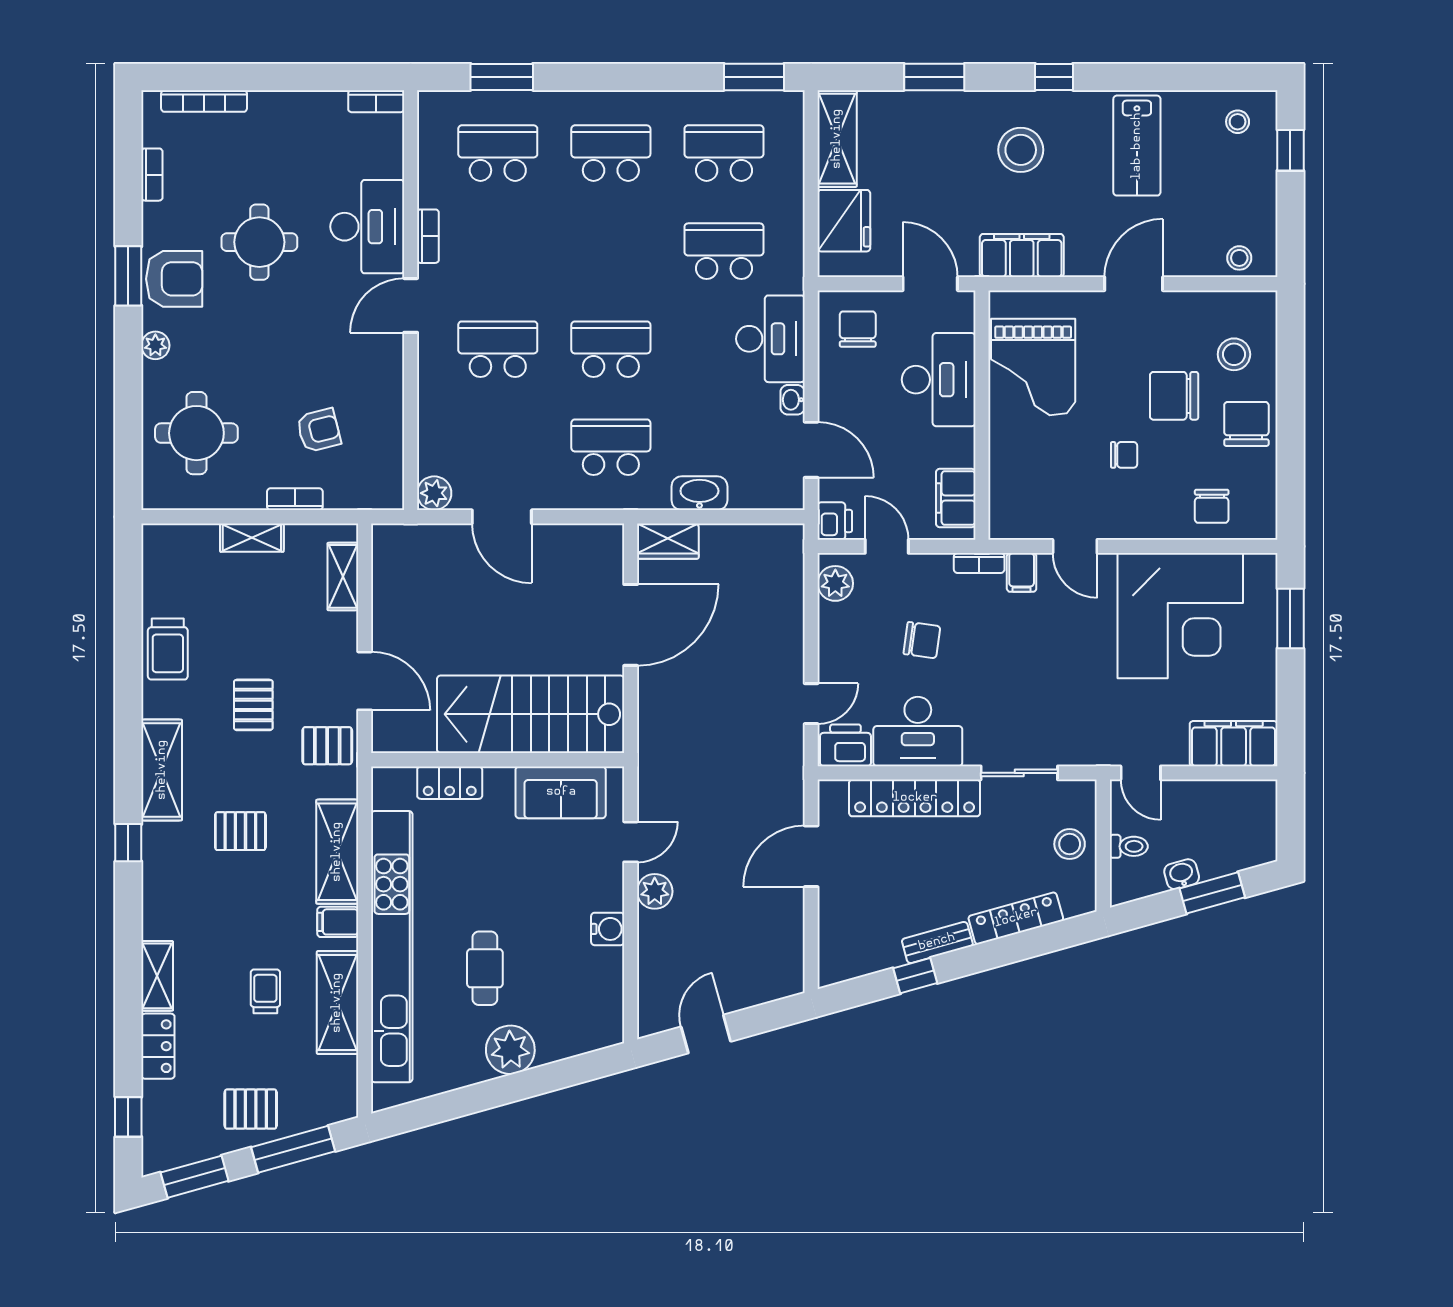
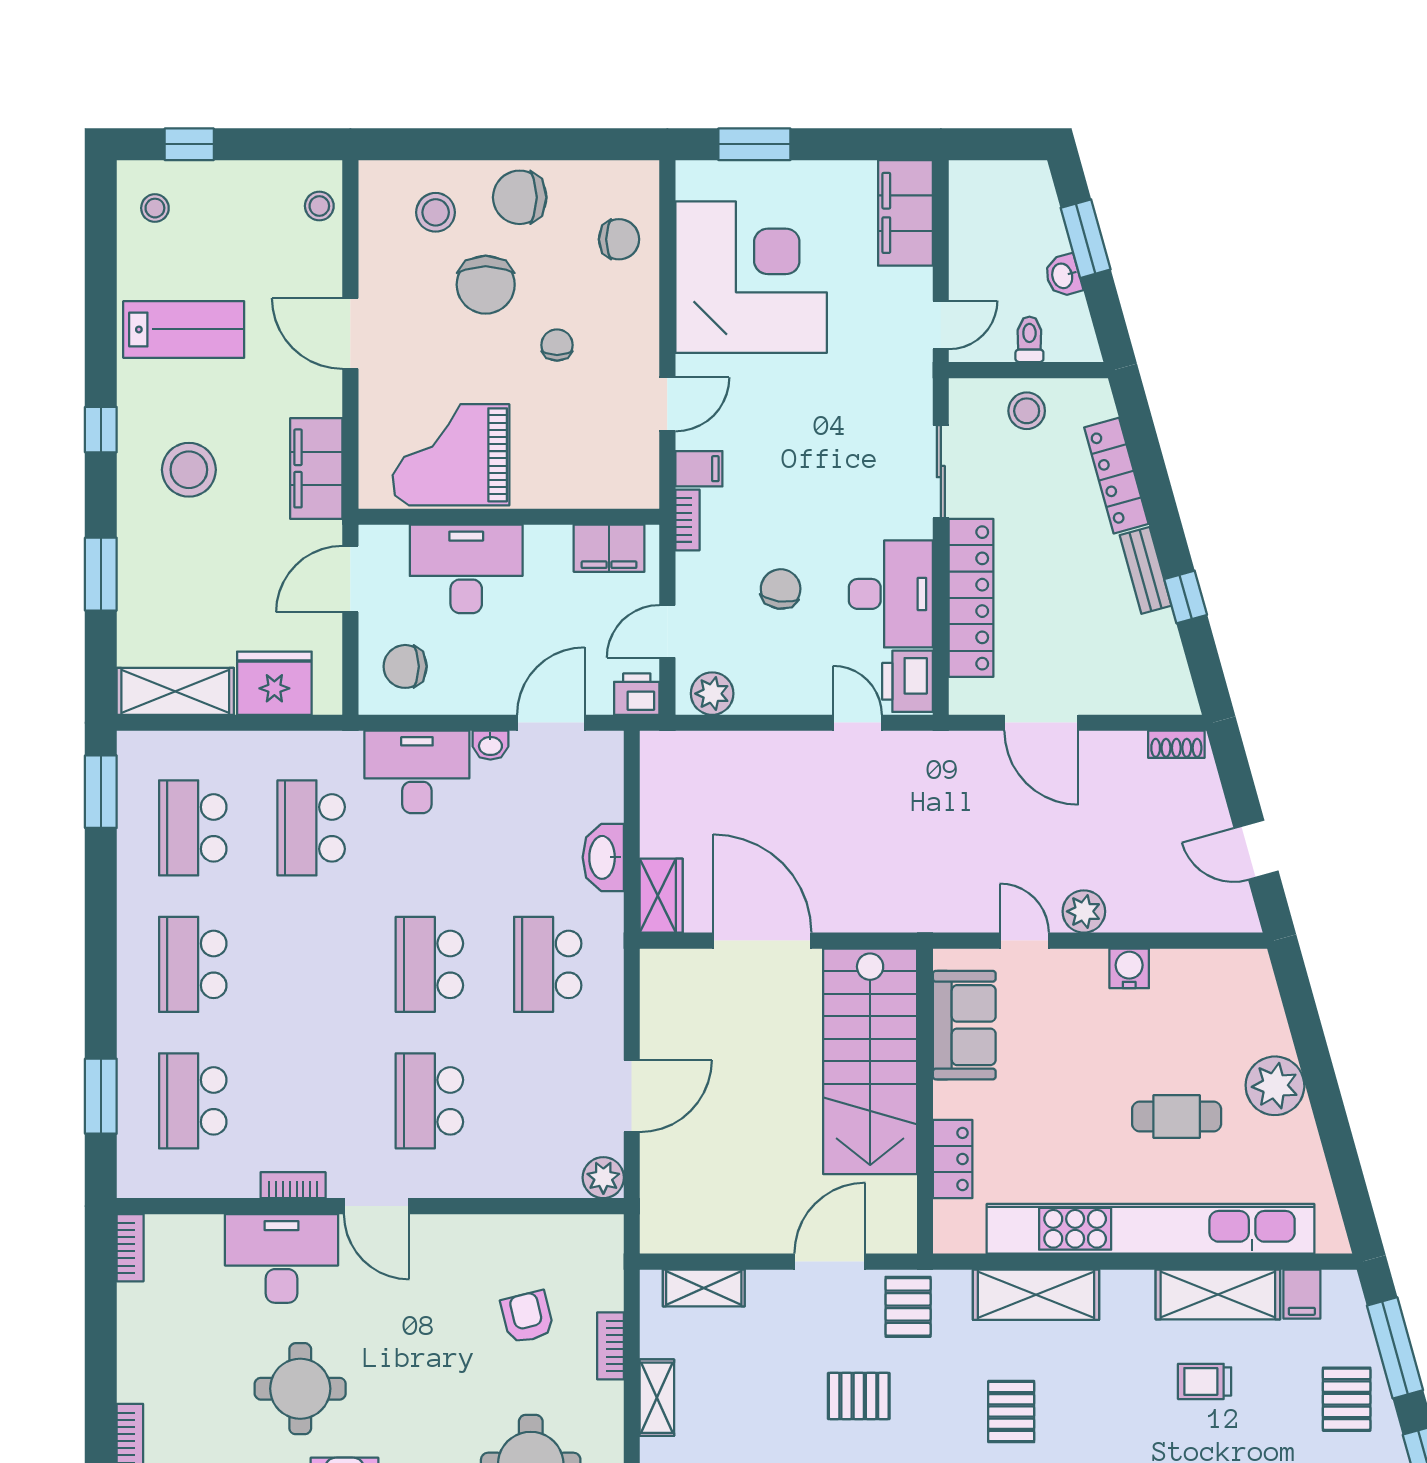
grand piano: (1033, 367) -> (451, 455), turned 180
filing cabinet: (338, 922) -> (1302, 1294), moved
shoe rack: (793, 968) -> (1176, 744), added

